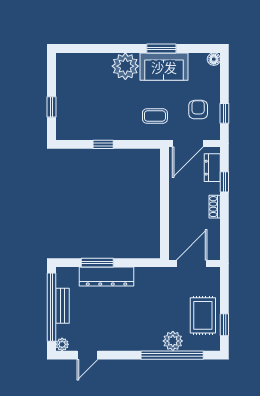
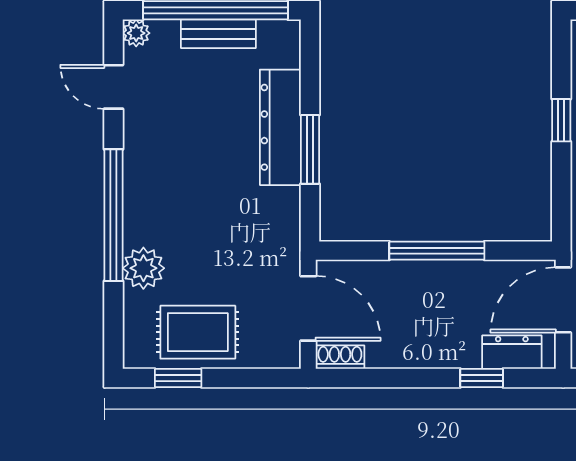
door: (188, 144) -> (563, 300), hinge flipped
window: (165, 203) -> (437, 251), added
shoe rack: (215, 207) -> (340, 357), moved
window: (97, 263) -> (310, 149), moved
window: (172, 355) -> (113, 215), moved

